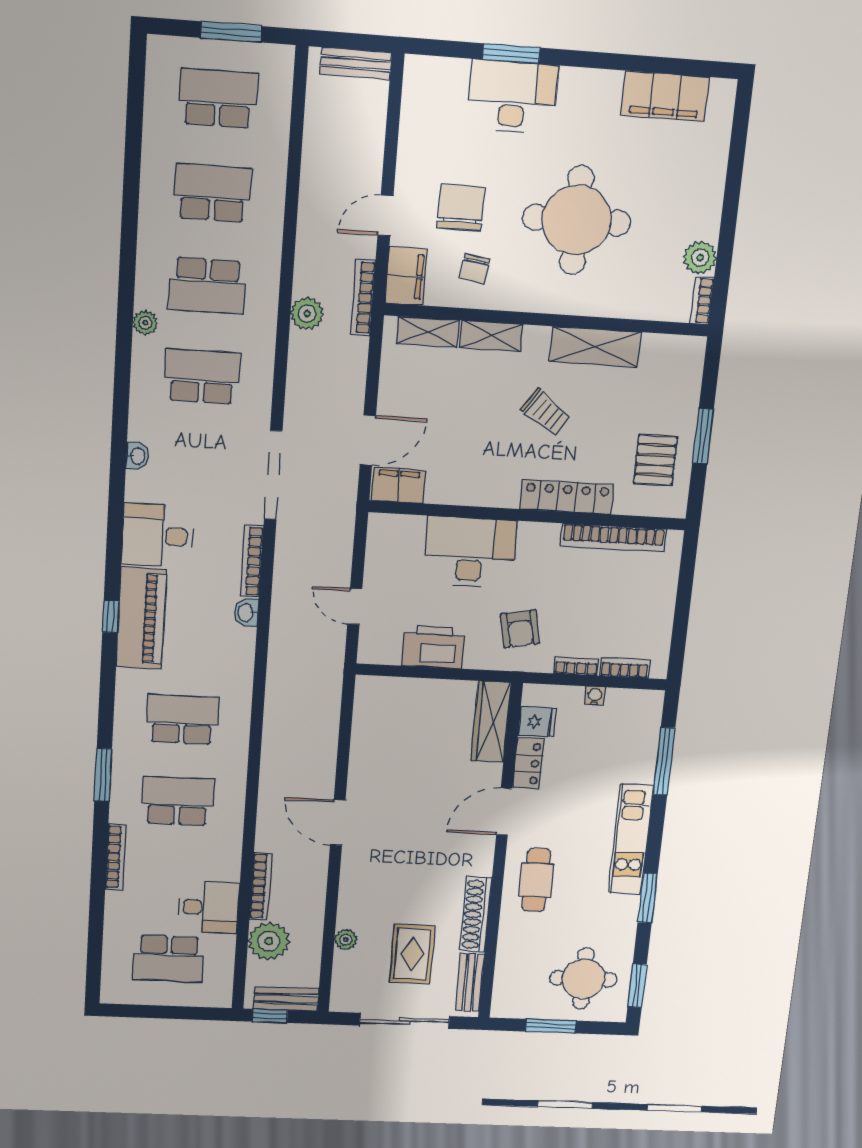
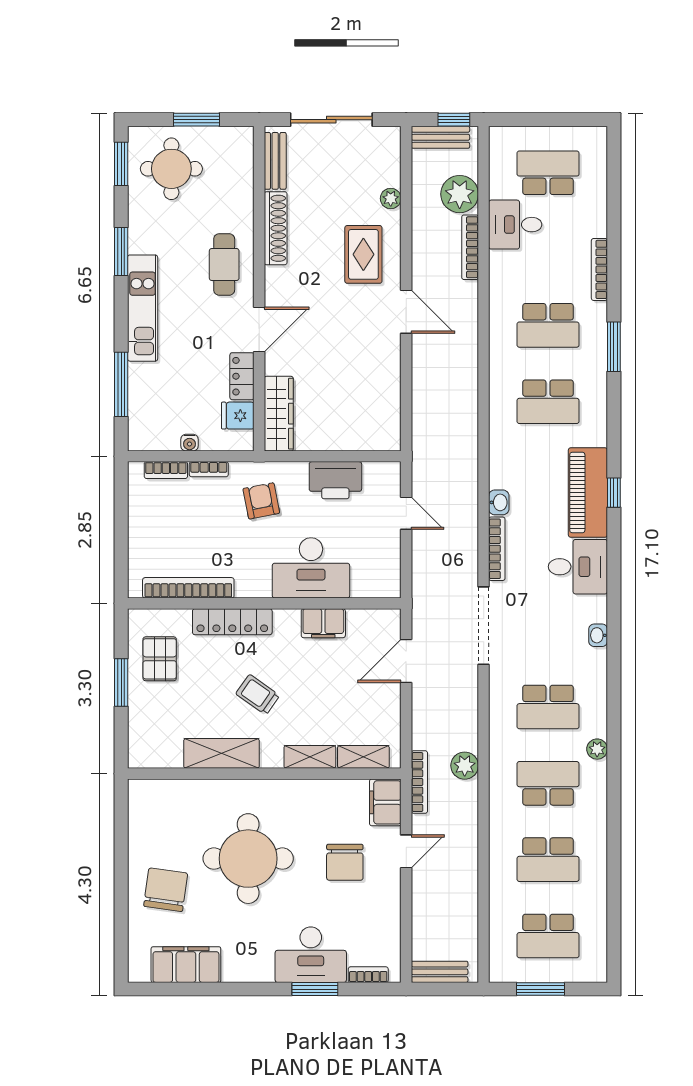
plant: (700, 258) -> (141, 835), removed
chair: (475, 269) -> (166, 890), moved, width x1.87, depth x1.87
bookcase: (702, 301) -> (368, 975), moved, turned -90
filing cabinet: (398, 485) -> (323, 623), moved
rug: (412, 954) -> (363, 254), moved

